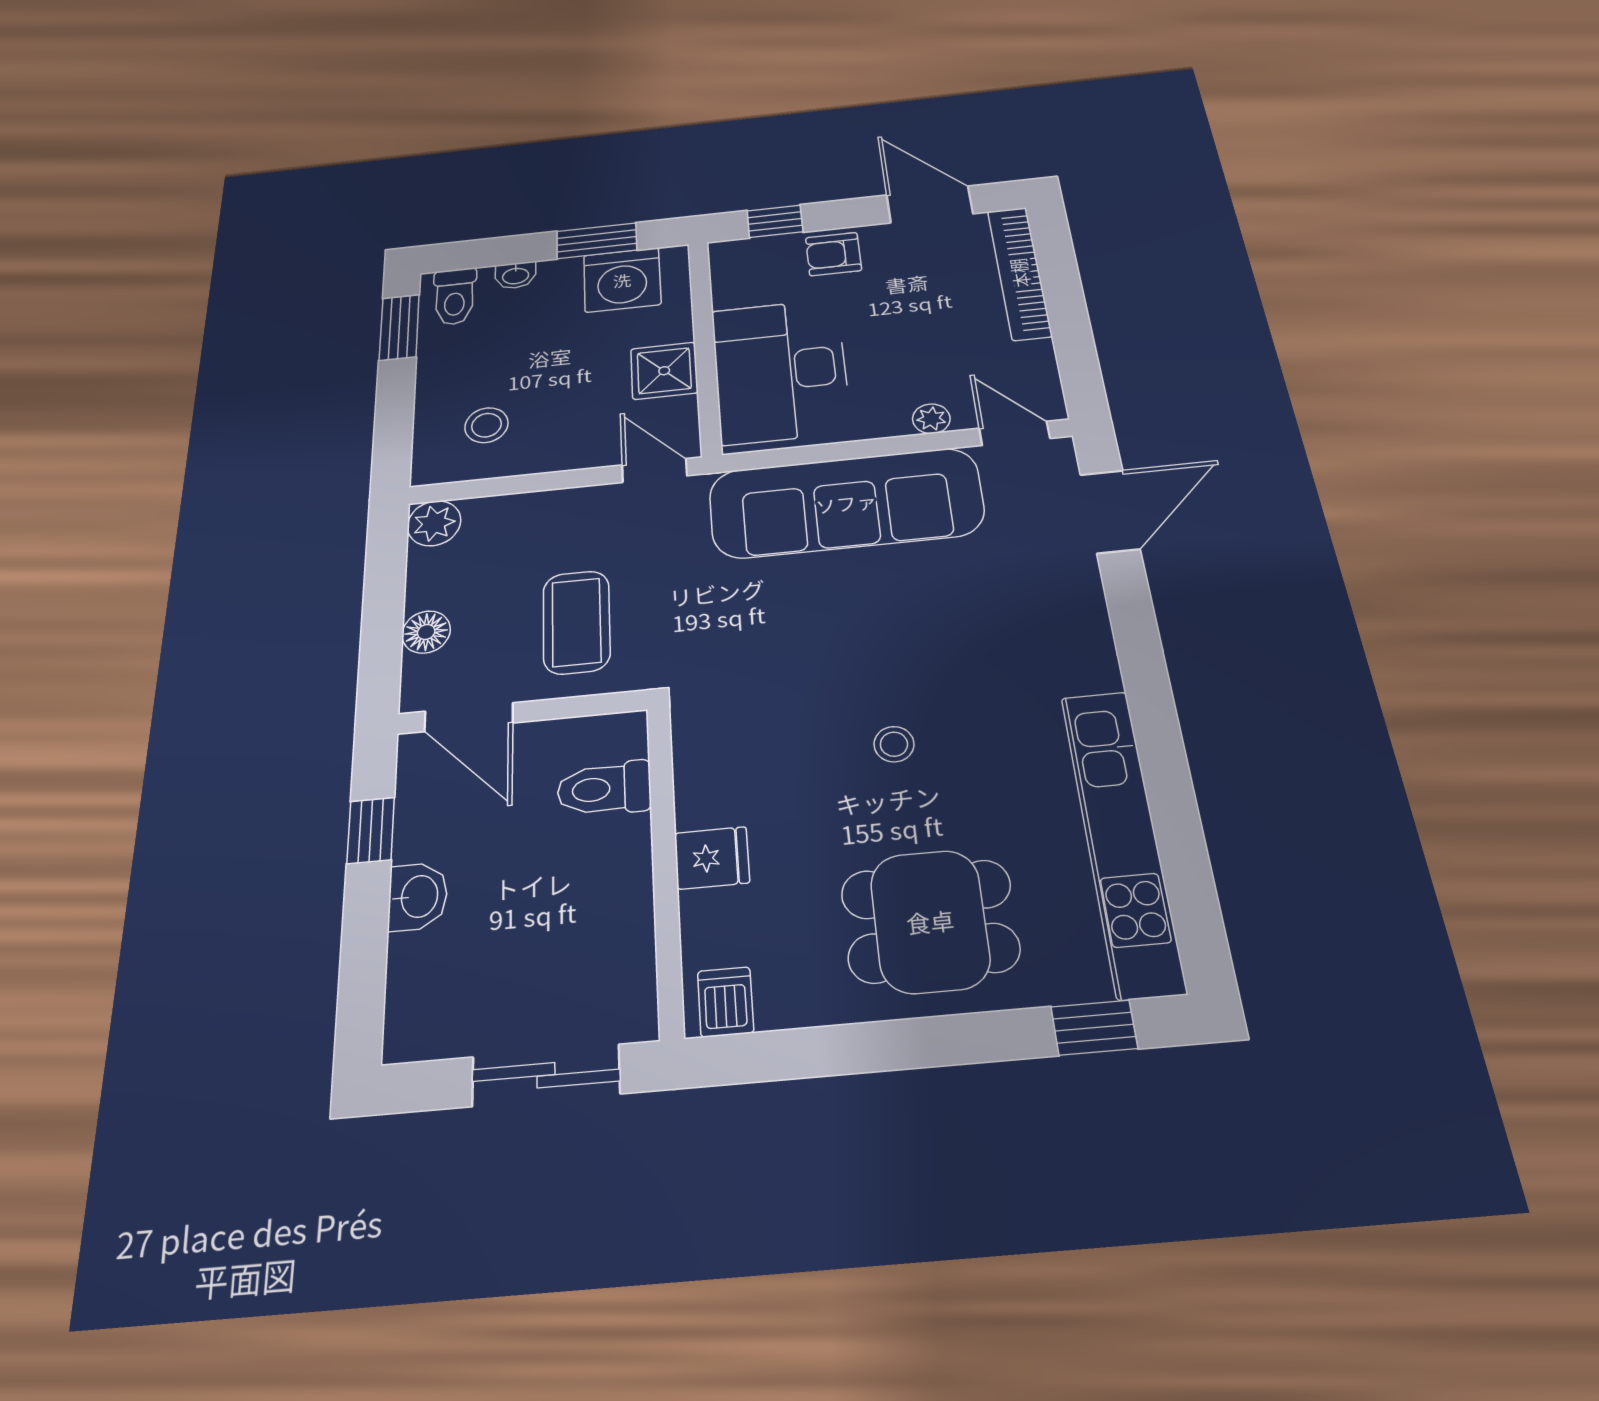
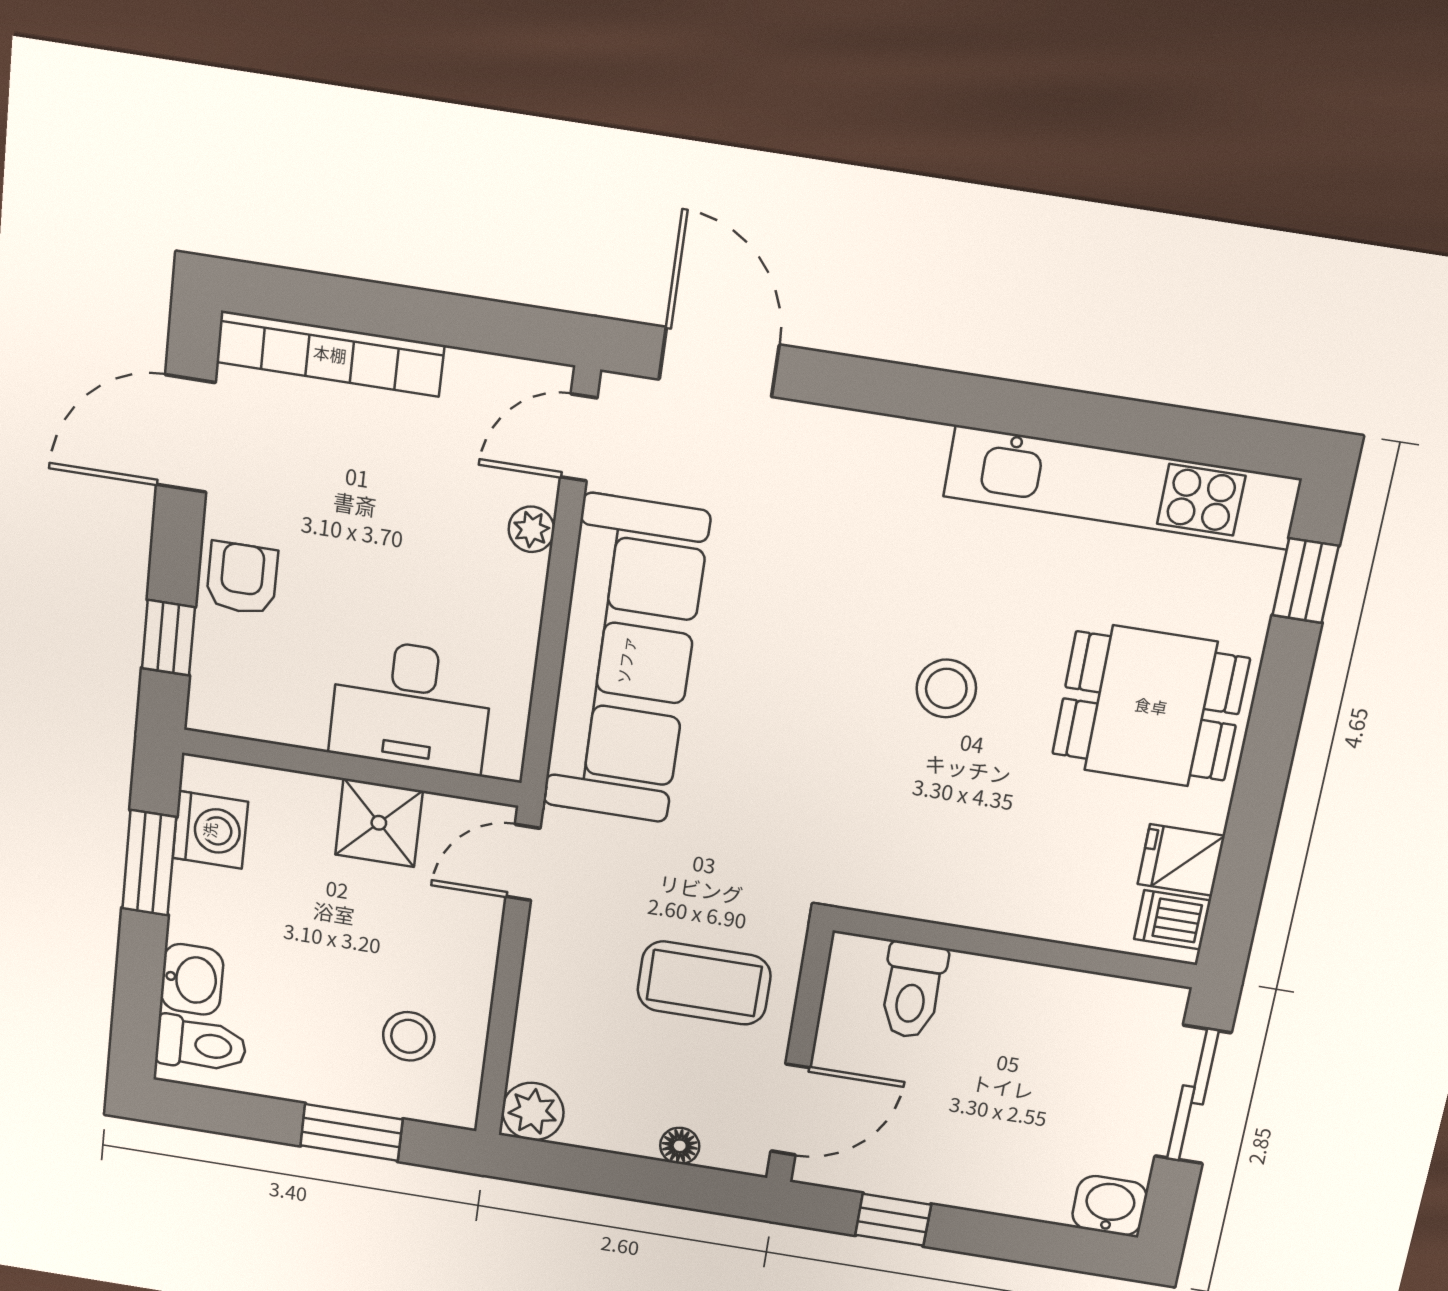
armchair: (833, 254) -> (242, 578), turned 180
washbasin: (516, 275) -> (192, 979), width x1.38, depth x1.45
washing machine: (622, 280) -> (210, 830), width x0.73, depth x0.73
window: (399, 327) -> (351, 1132), moved
desk: (780, 371) -> (411, 706), width x0.73, depth x0.77
floor lamp: (426, 632) -> (680, 1146), width x0.73, depth x0.73
stool: (894, 744) -> (946, 688), width x1.37, depth x1.37
fridge: (712, 858) -> (1181, 860), moved, turned -90
washbasin: (418, 897) -> (1110, 1206), moved
dining table: (930, 921) -> (1151, 706), turned 90

